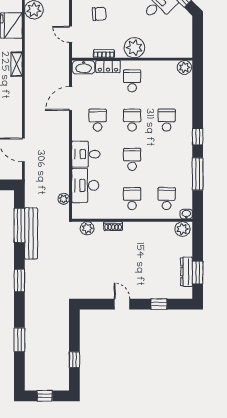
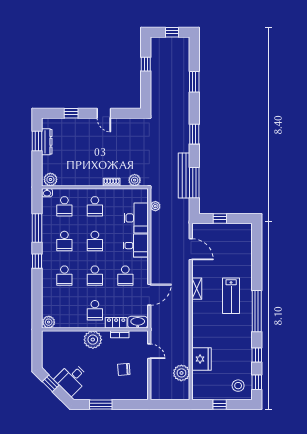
shelving: (17, 64) -> (197, 289), moved
school desk: (167, 159) -> (64, 241), added

